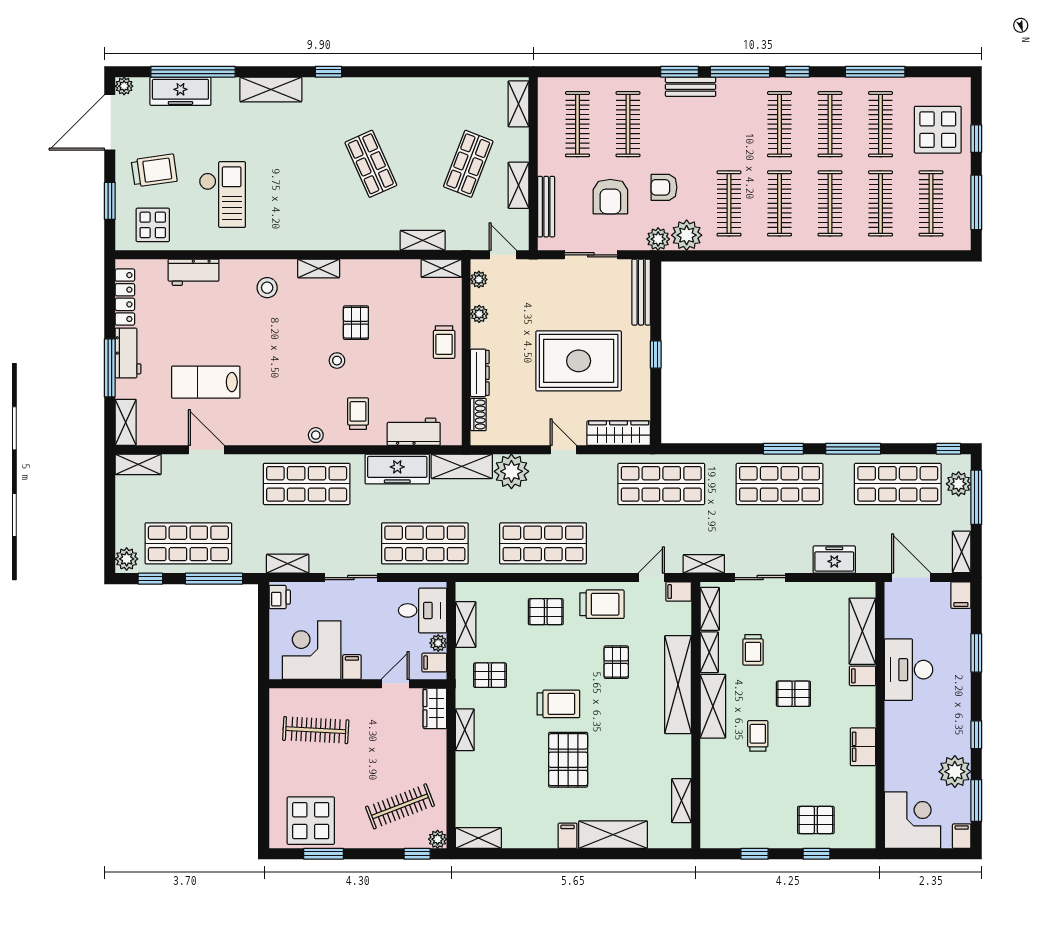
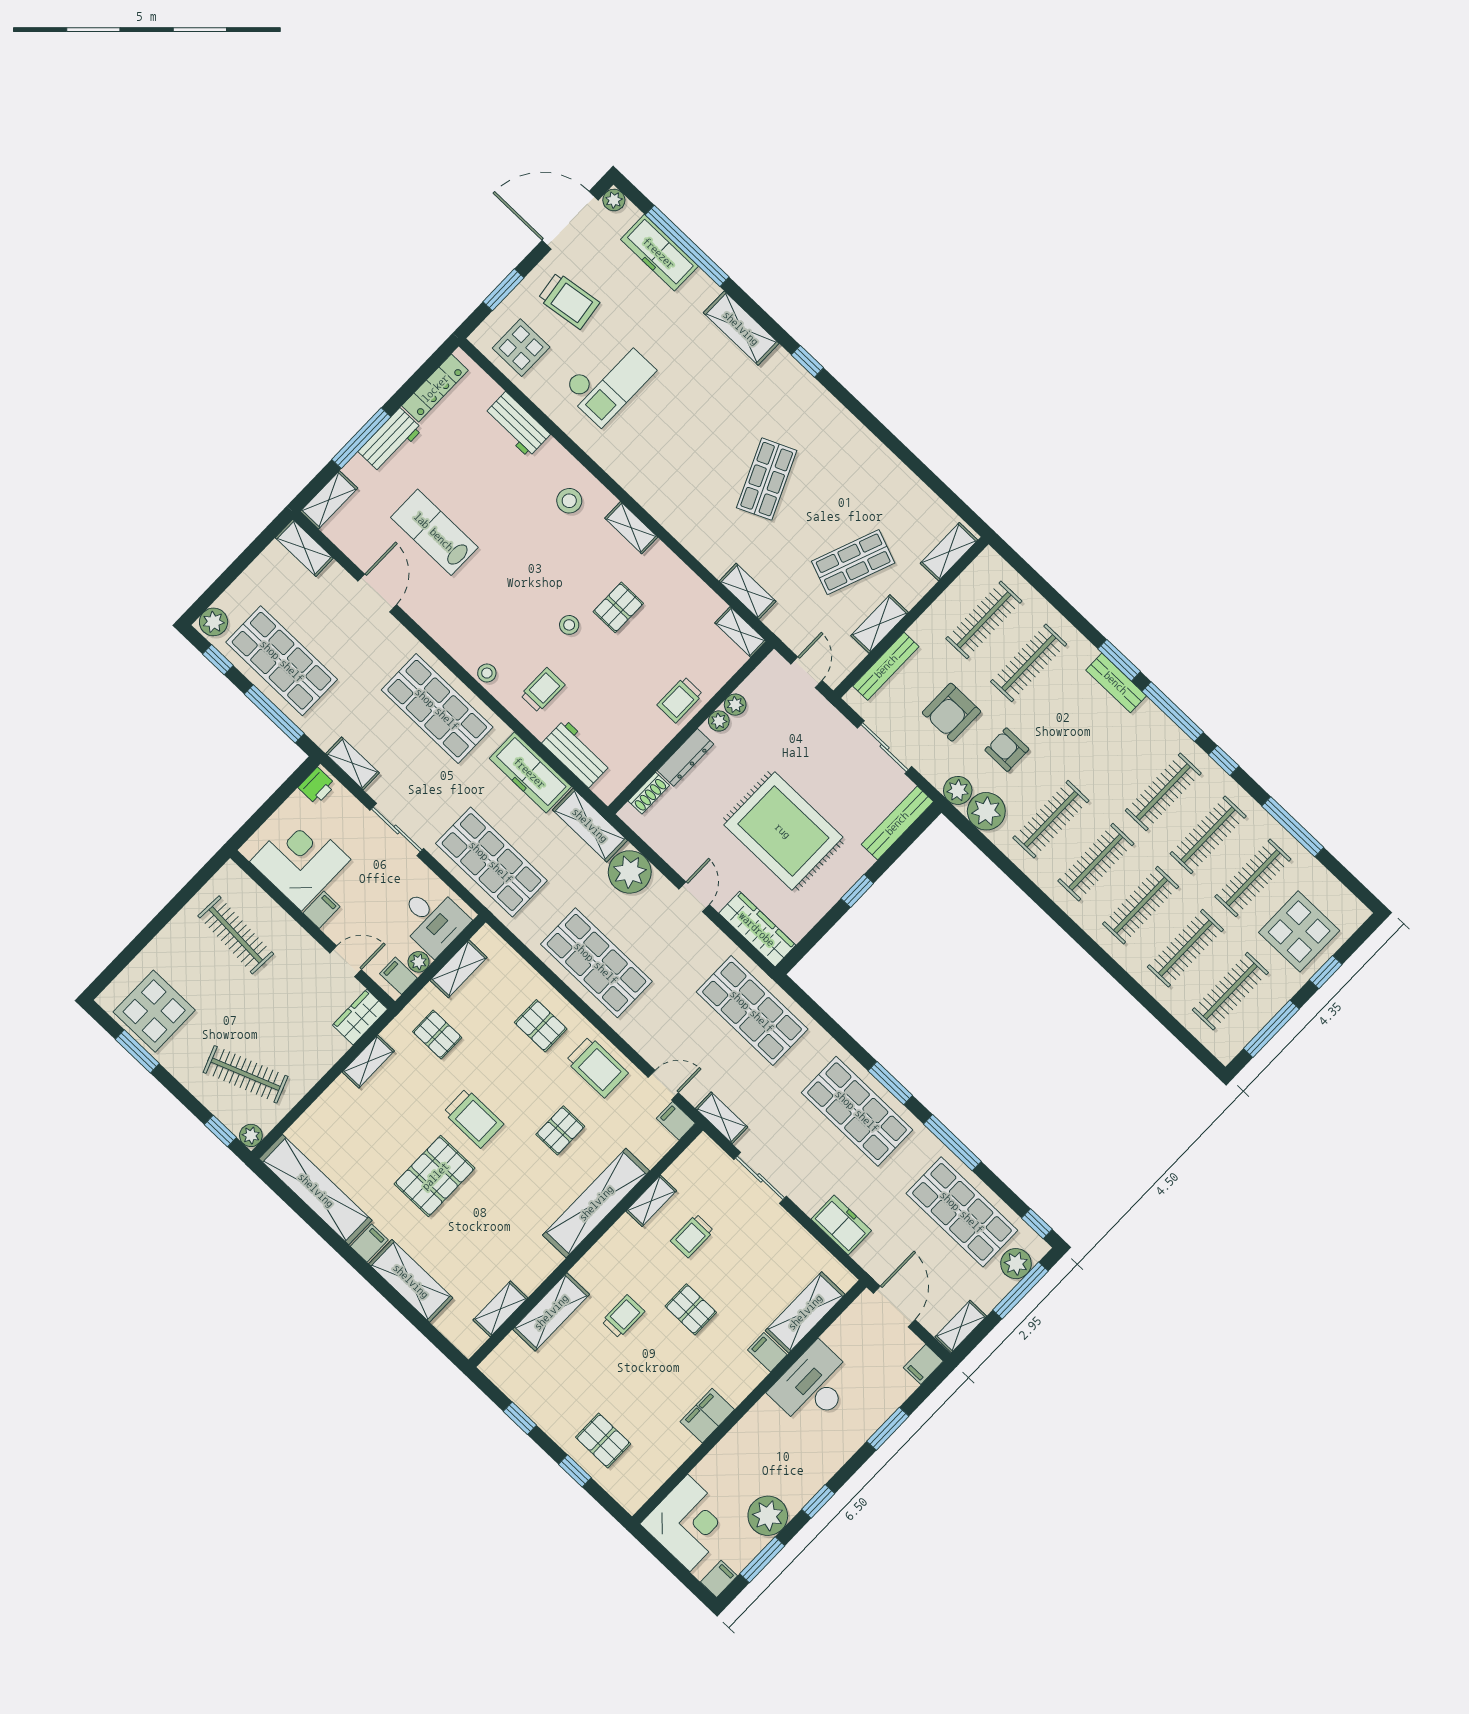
plant: (479, 279) -> (719, 721), moved
shelving: (710, 609) -> (689, 1163), removed
shelving: (713, 706) -> (551, 1312), moved
shelving: (478, 838) -> (316, 1190), width x2.20, depth x1.33

